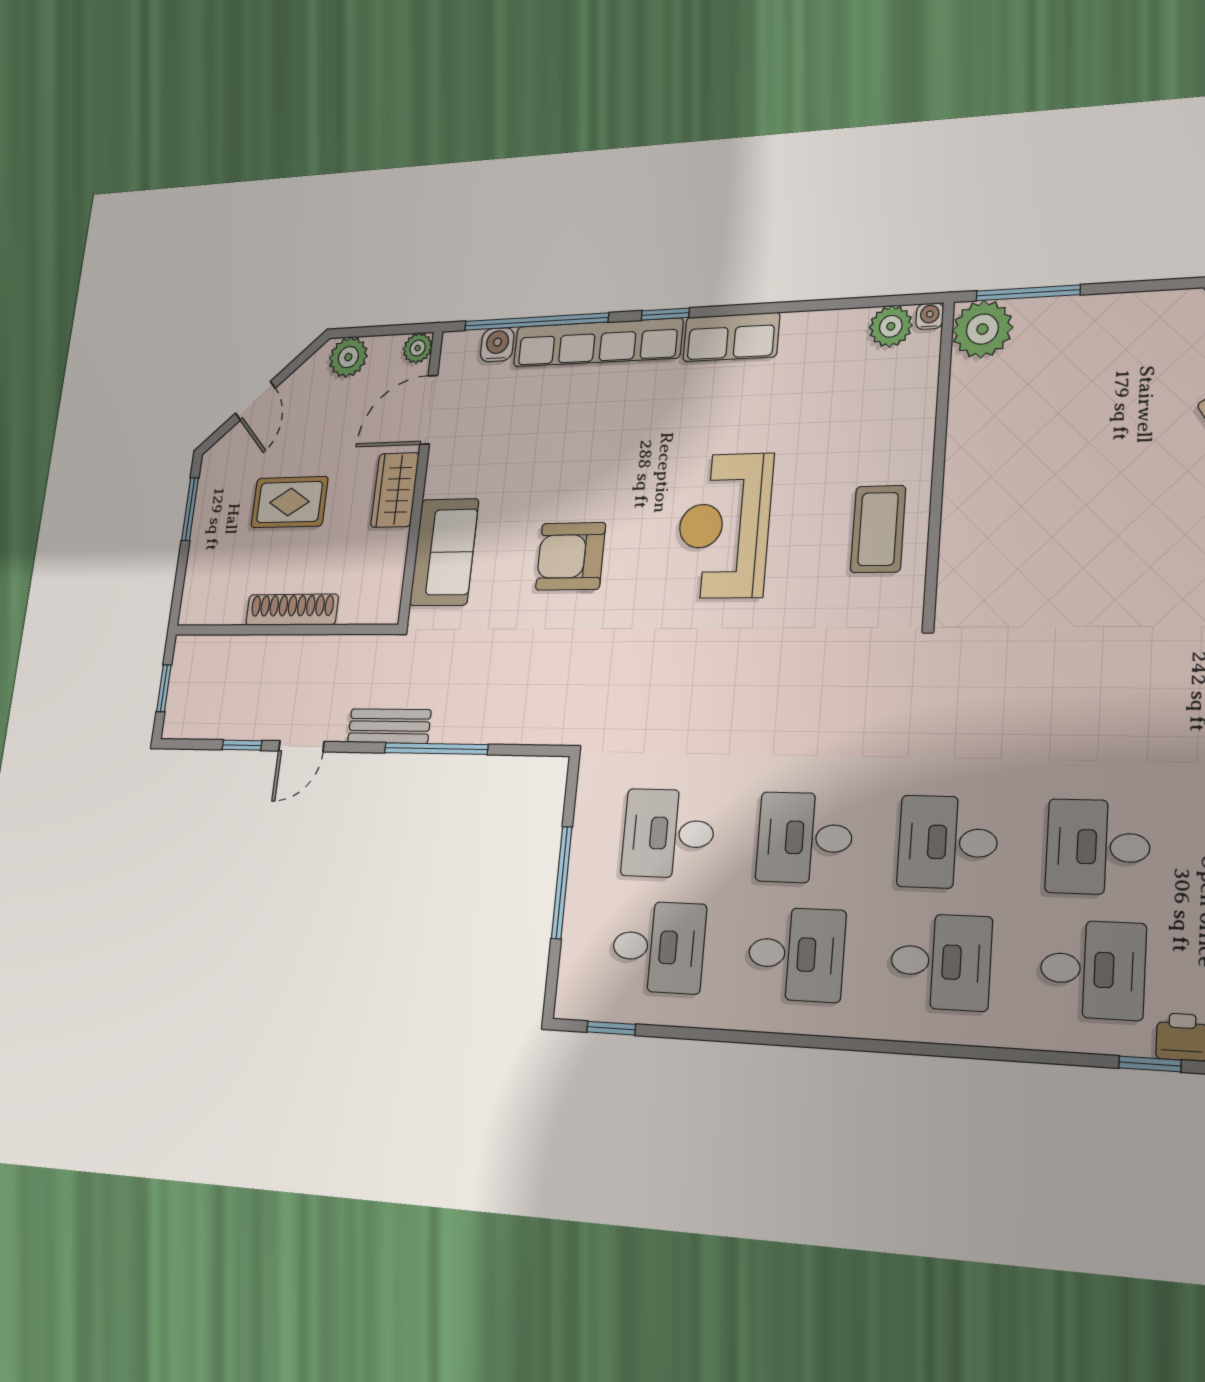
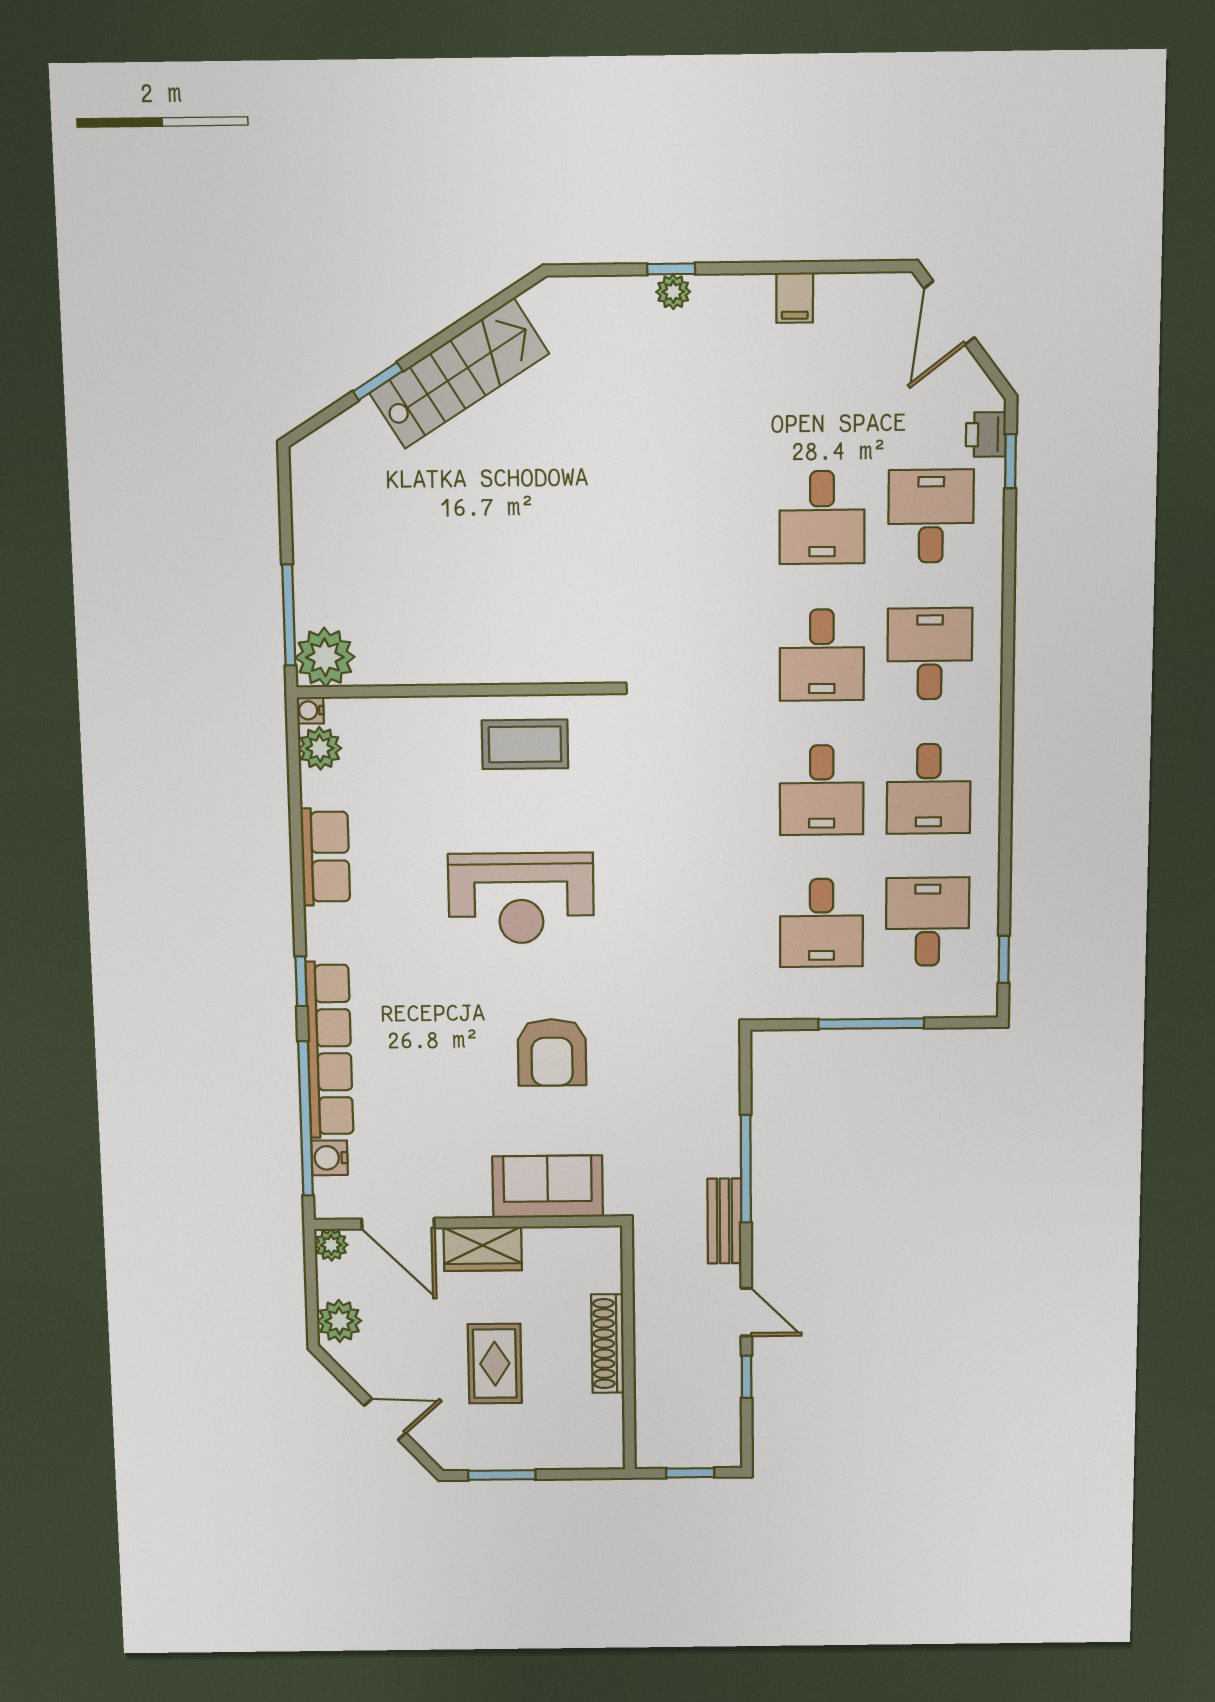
row of seats: (731, 337) -> (325, 857), moved
desk: (796, 954) -> (929, 789), turned 180

